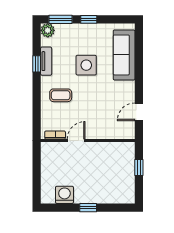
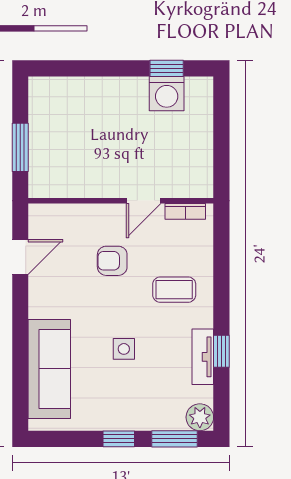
side table: (86, 65) -> (124, 349), width x0.54, depth x0.54
armchair: (92, 110) -> (112, 261), added
window: (139, 167) -> (20, 147), width x1.50
window: (88, 208) -> (167, 68), moved

